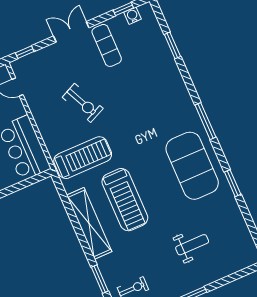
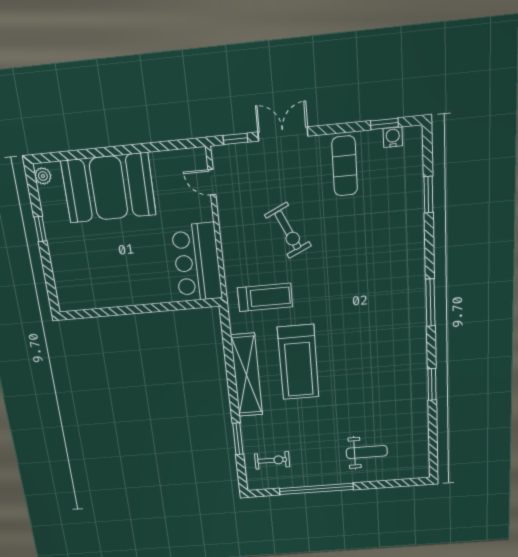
double door: (71, 32) -> (283, 134), moved
treadmill: (83, 158) -> (265, 297), width x0.73, depth x0.73
exercise mat: (192, 166) -> (393, 349), removed
weight bench: (192, 245) -> (367, 452), moved

